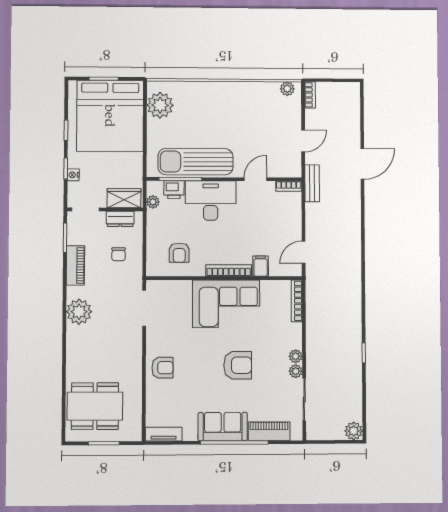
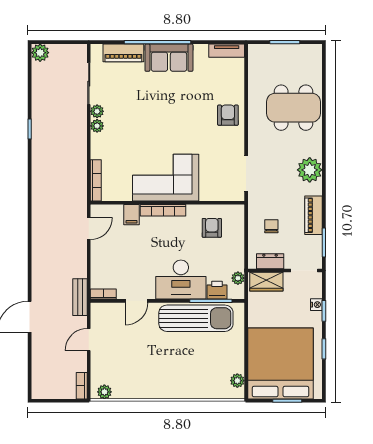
plant: (160, 105) -> (237, 381), width x0.53, depth x0.53
armchair: (238, 365) -> (154, 117), removed
armchair: (162, 368) -> (228, 115), turned 90
dining table: (95, 406) -> (293, 108), moved

